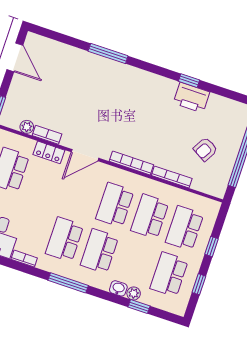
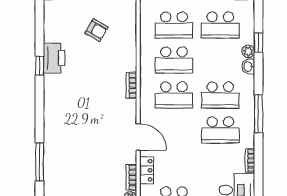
window: (108, 53) -> (40, 162), moved
bookcase: (131, 163) -> (131, 85), width x0.64
bookcase: (172, 177) -> (132, 52), removed

